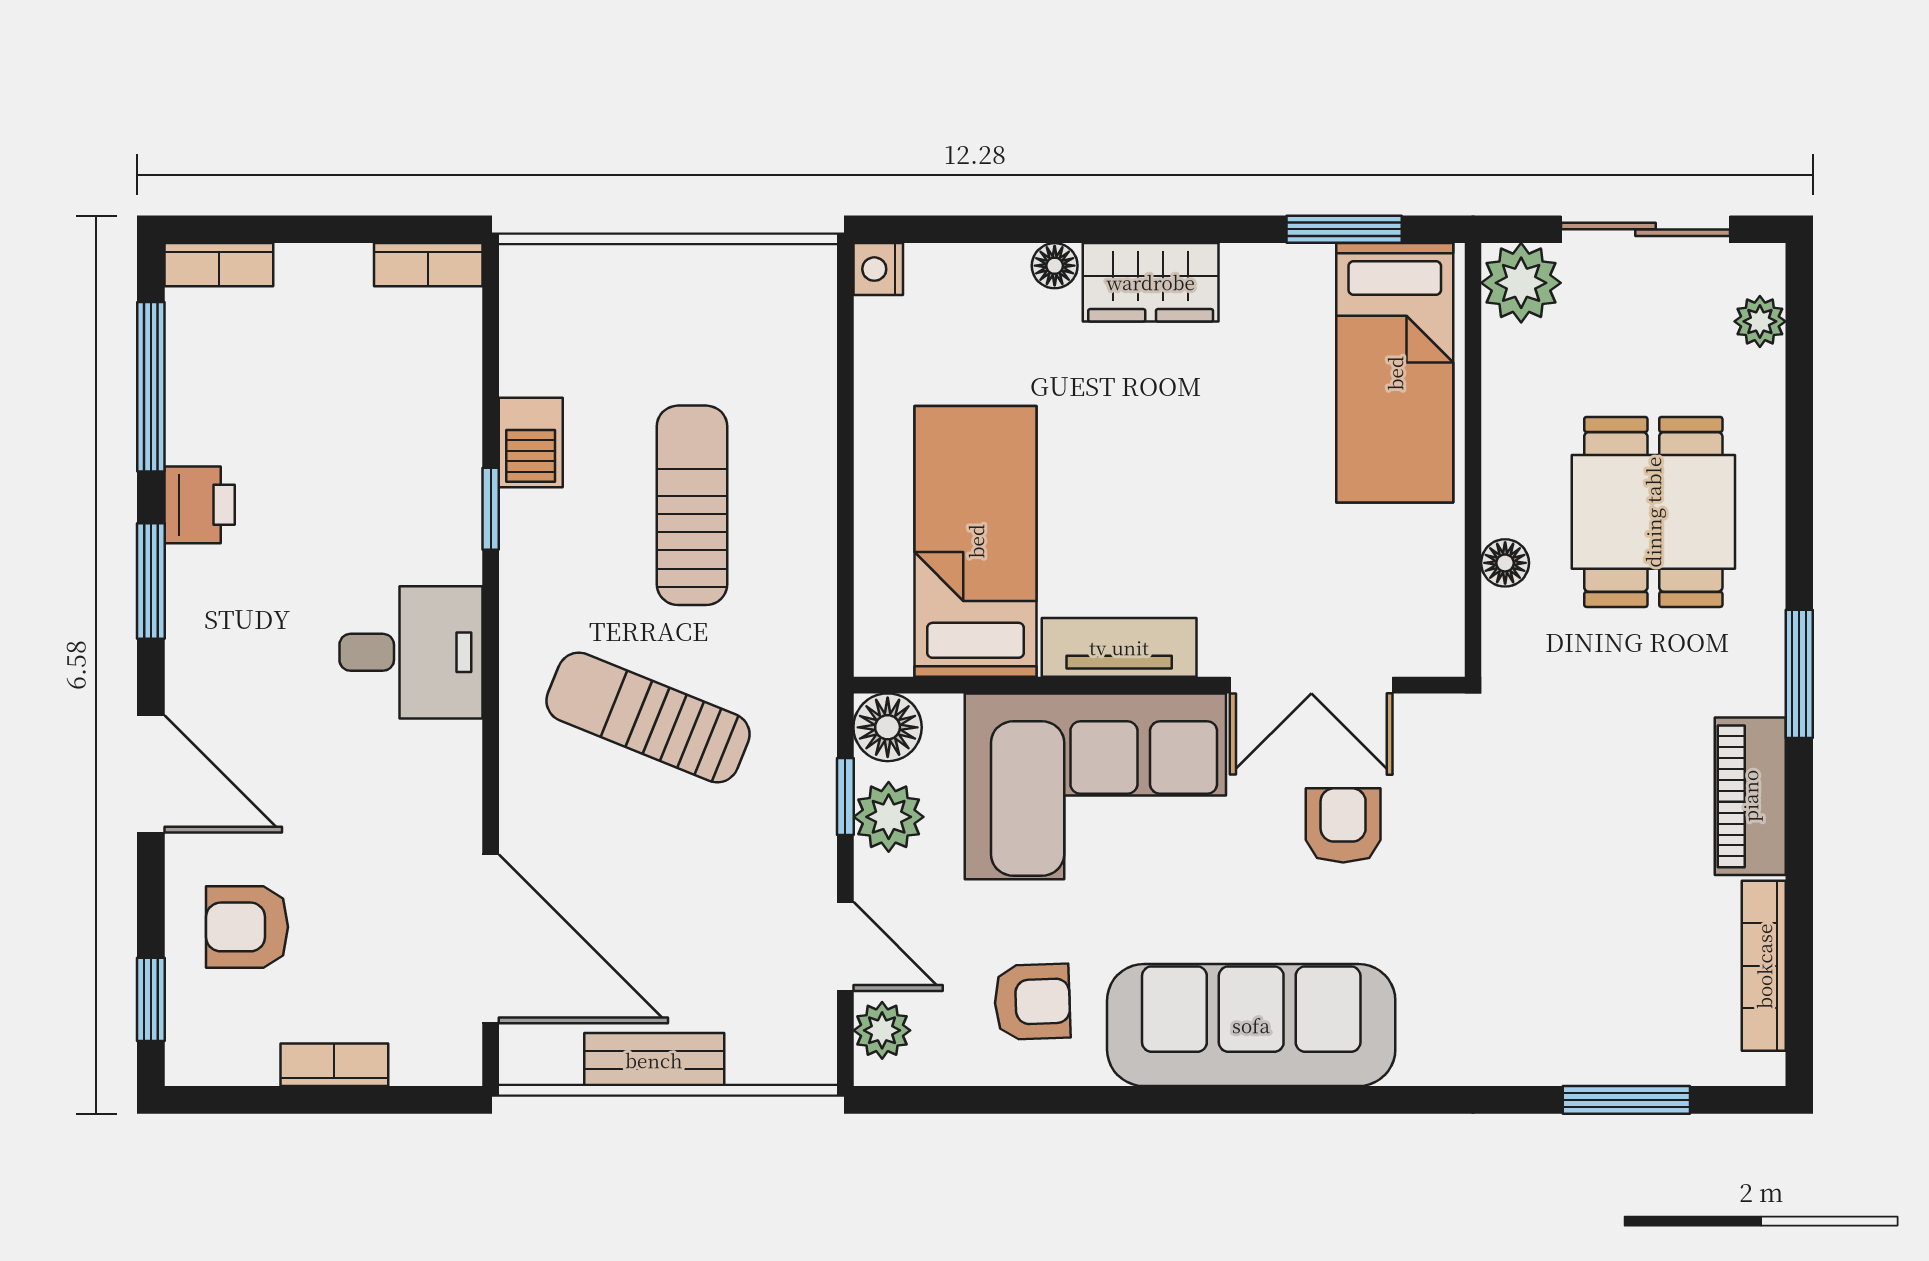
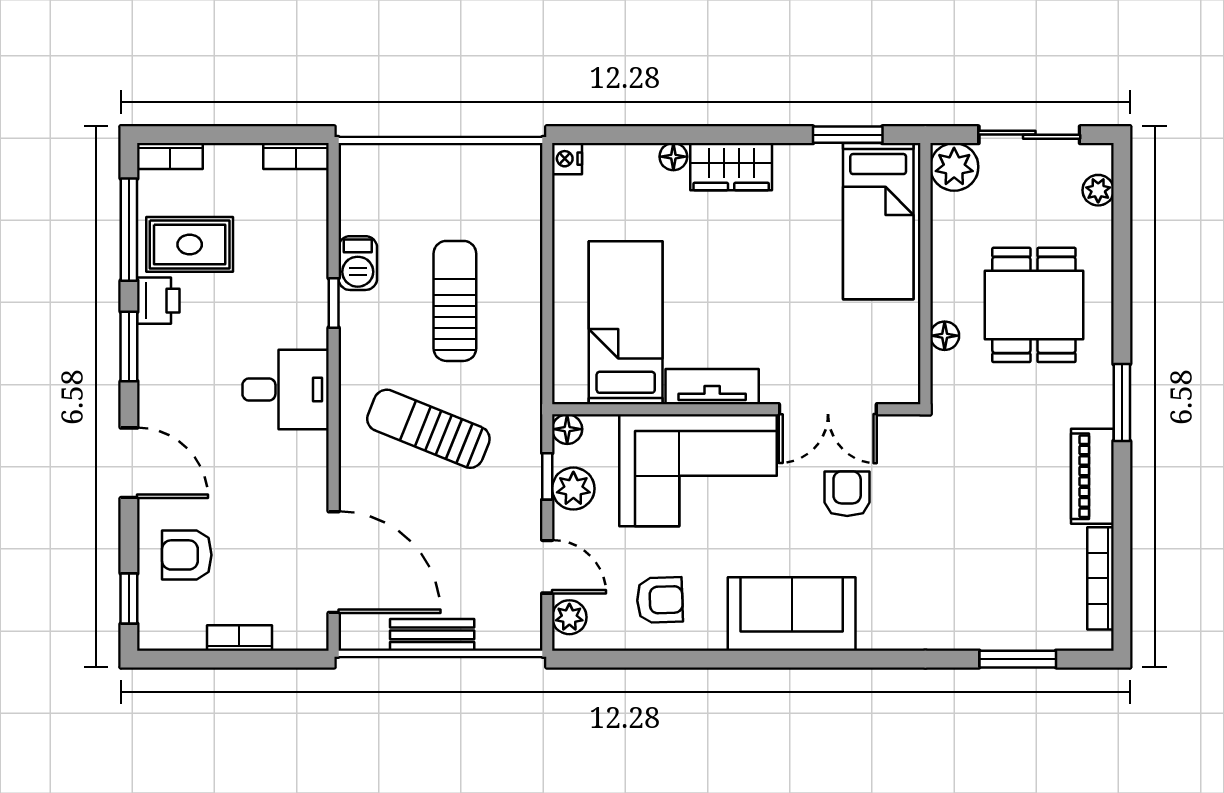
rug: (252, 412) -> (190, 244), added
floor lamp: (888, 727) -> (567, 429), width x0.73, depth x0.73
sofa: (1251, 1025) -> (792, 614), width x0.73

